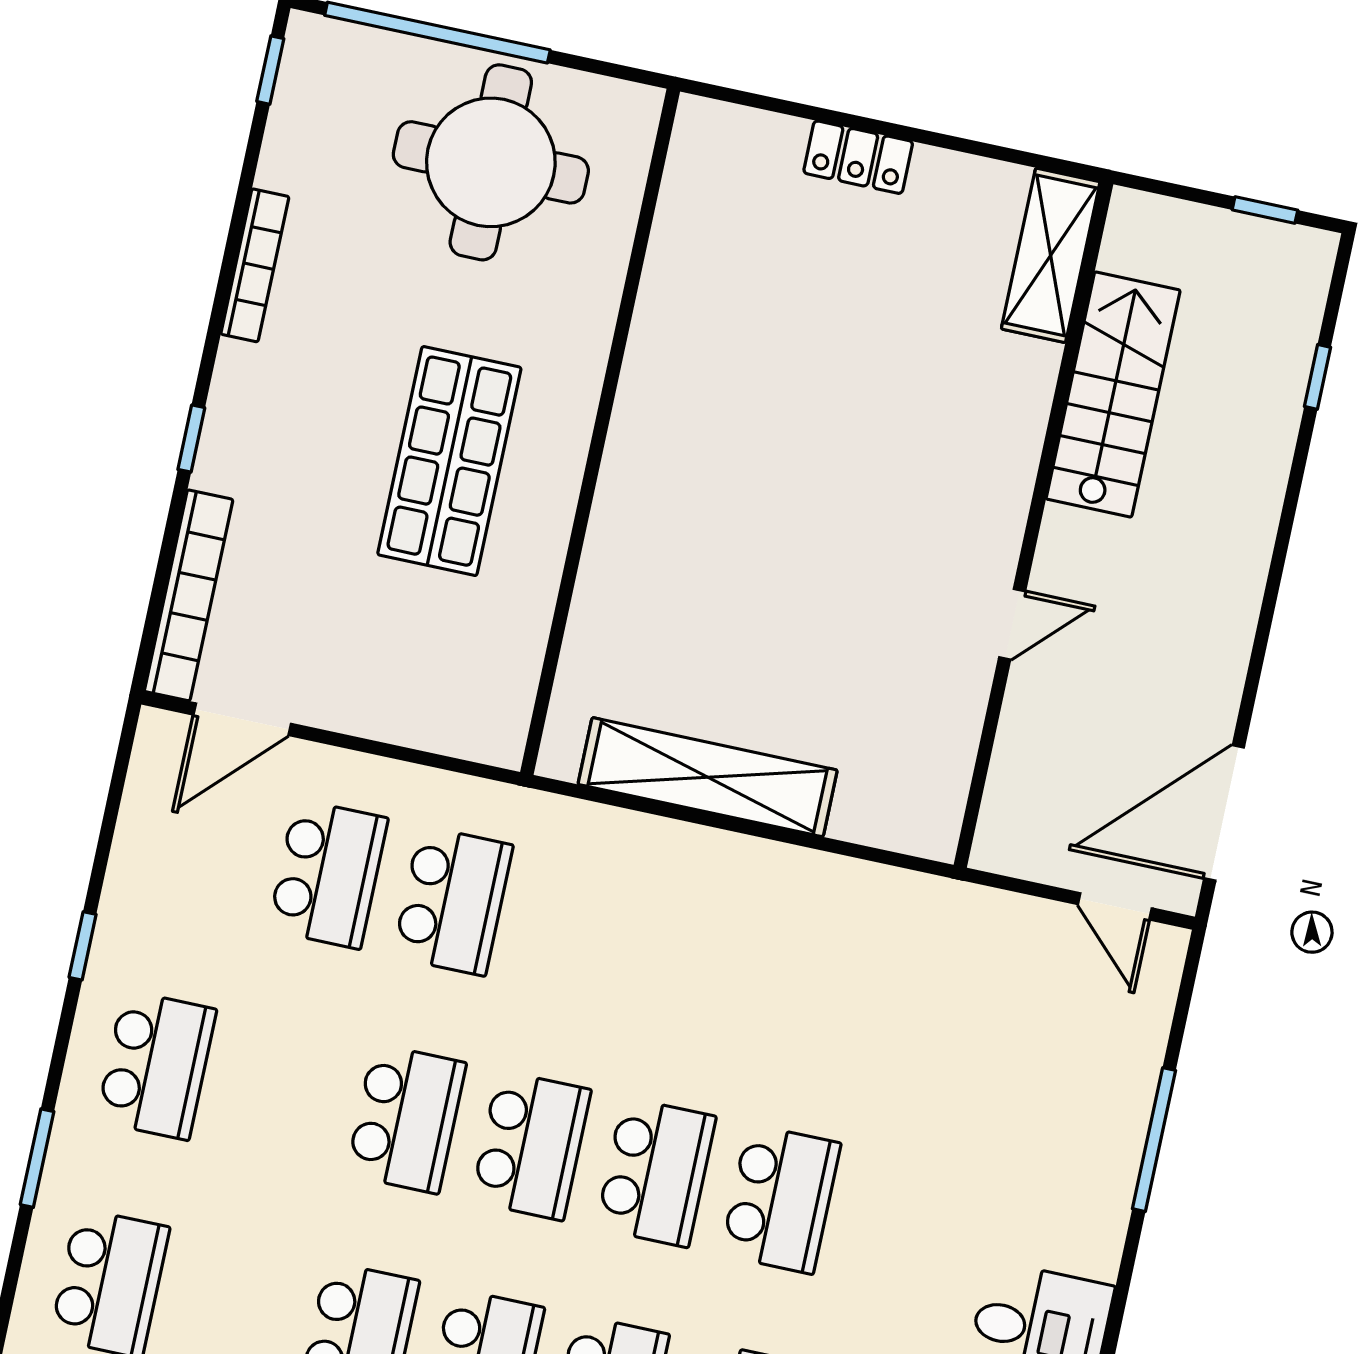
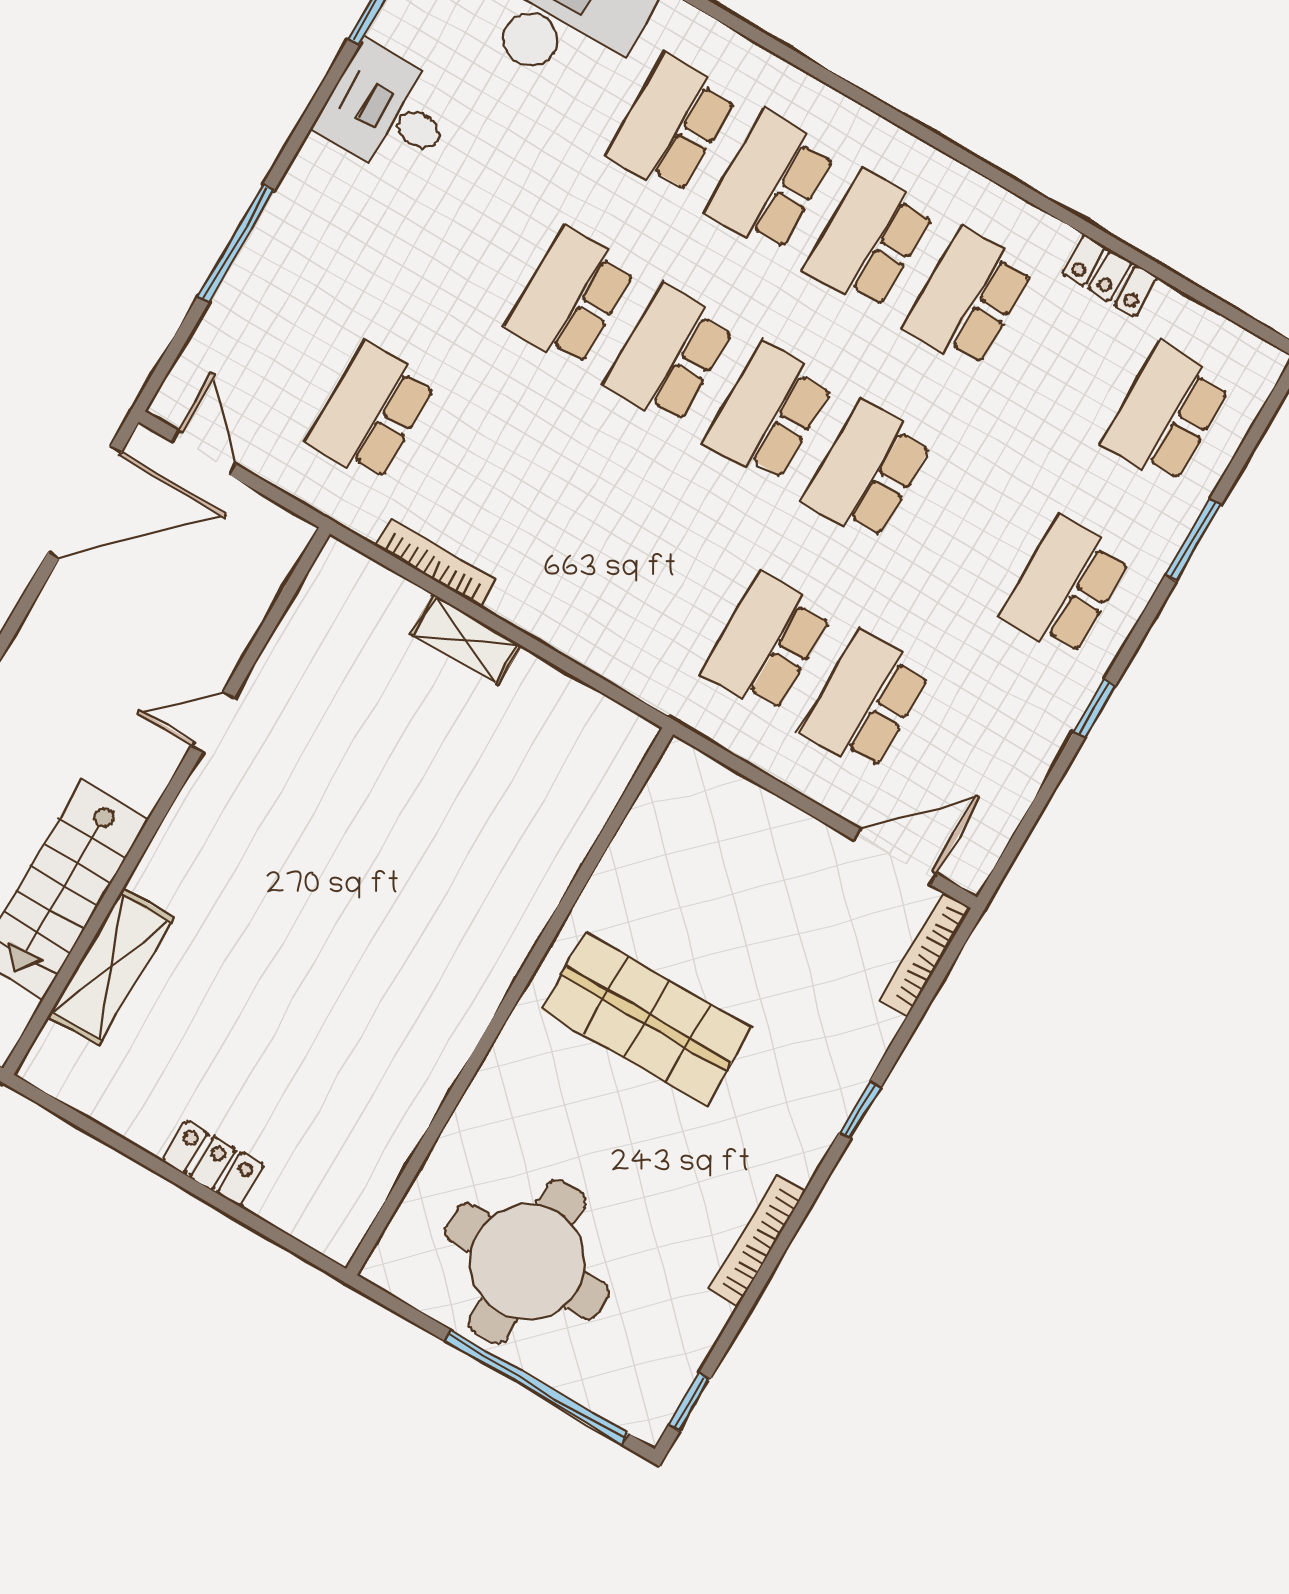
shelving: (1051, 255) -> (111, 967), moved
shop shelf: (449, 461) -> (646, 1019), turned 90
bookcase: (189, 595) -> (926, 954), width x0.68, depth x0.76
shelving: (708, 777) -> (466, 640), width x0.45, depth x0.75
bookcase: (831, 870) -> (435, 563), added
school desk: (952, 1008) -> (371, 412), added

